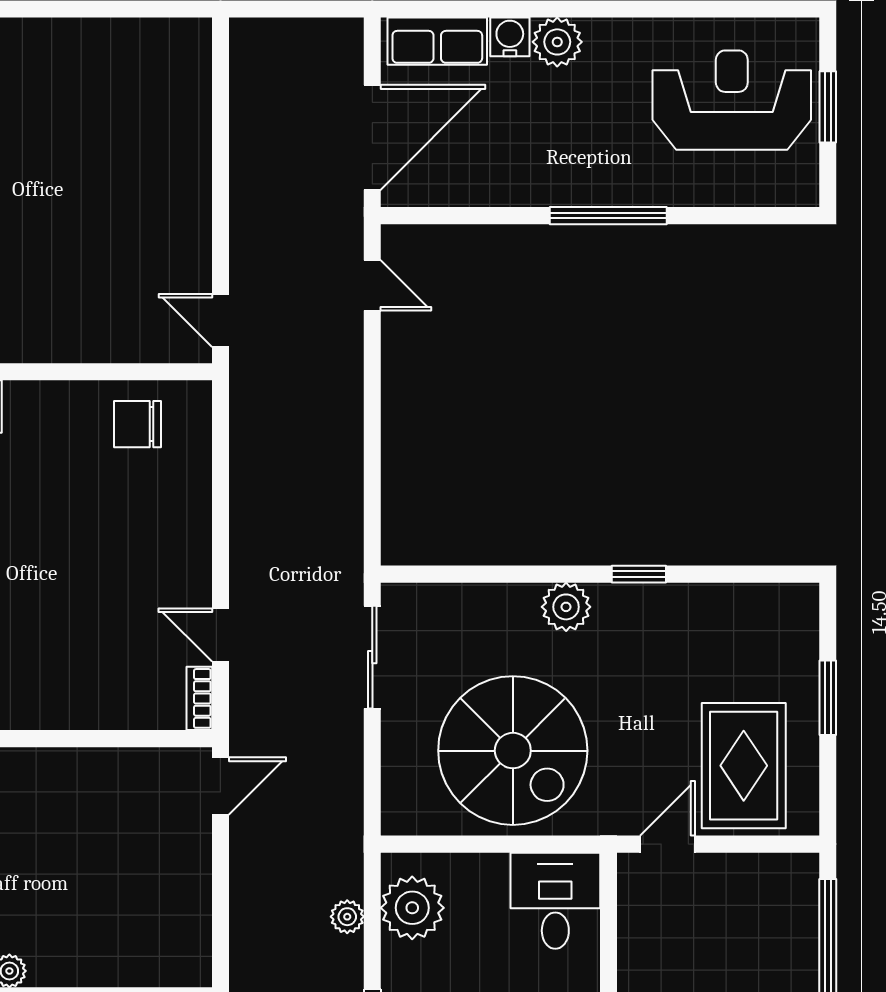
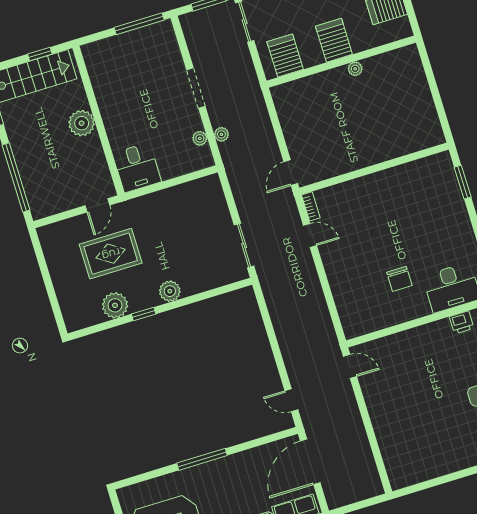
chair: (137, 424) -> (399, 279), moved, turned 90
plant: (696, 612) -> (115, 305), added
window: (828, 698) -> (49, 287), removed
spiral stairs: (513, 751) -> (174, 225), removed
rug: (744, 766) -> (111, 254), moved, turned 90
plant: (412, 908) -> (200, 138), width x0.53, depth x0.53

